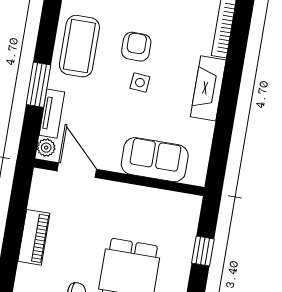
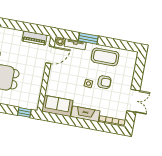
sofa: (155, 160) -> (57, 106), moved, turned -90
piano: (34, 237) -> (35, 38), moved
window: (203, 251) -> (24, 112), moved

